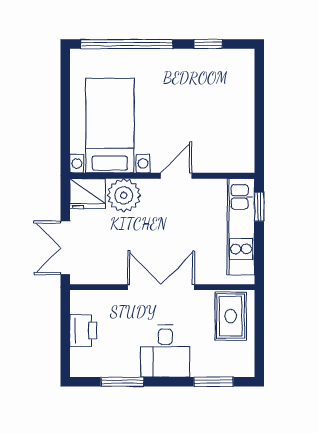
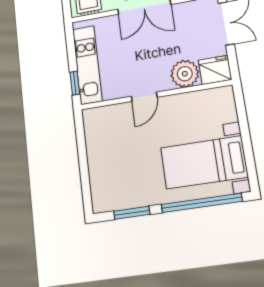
window: (208, 44) -> (132, 213), width x1.50
bed with nightstands: (110, 126) -> (204, 162), moved, turned 90

